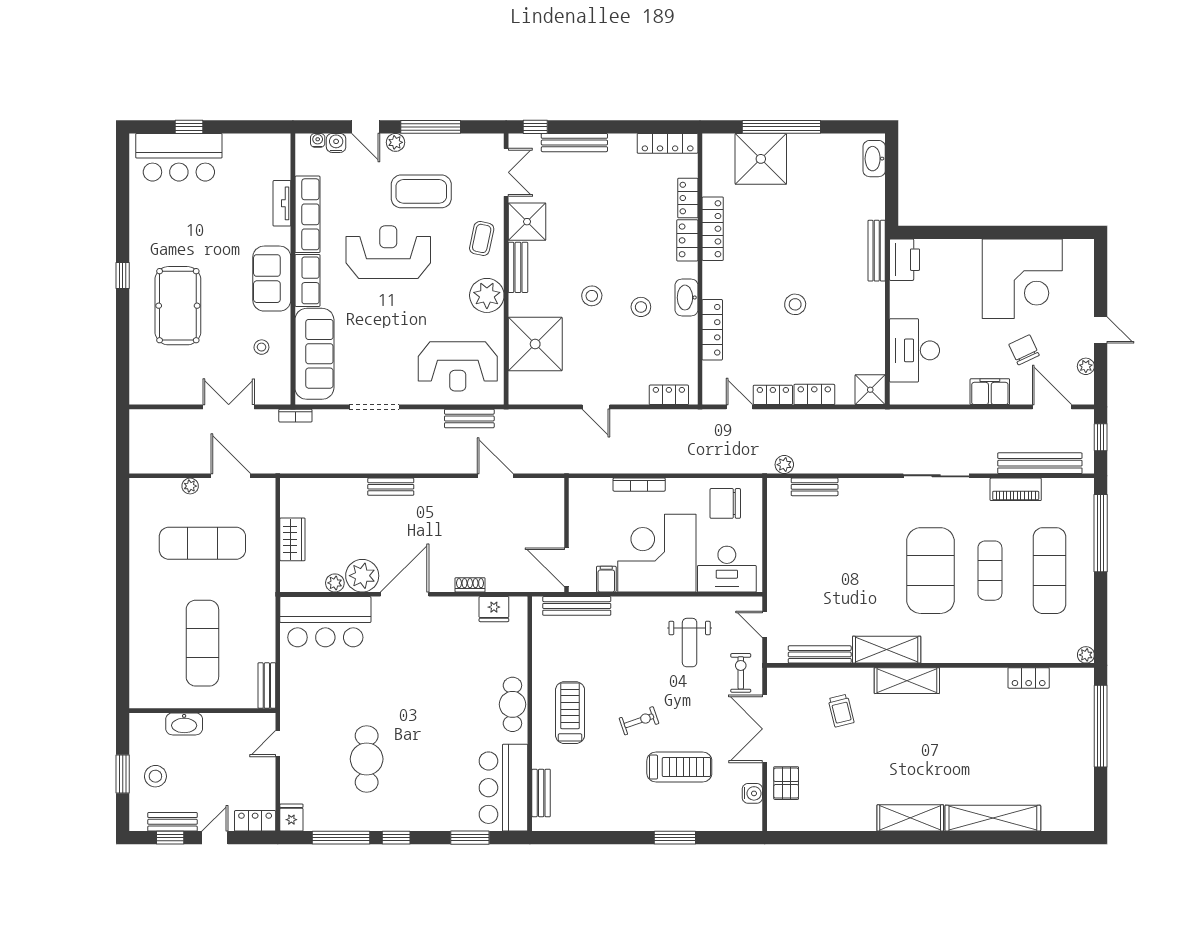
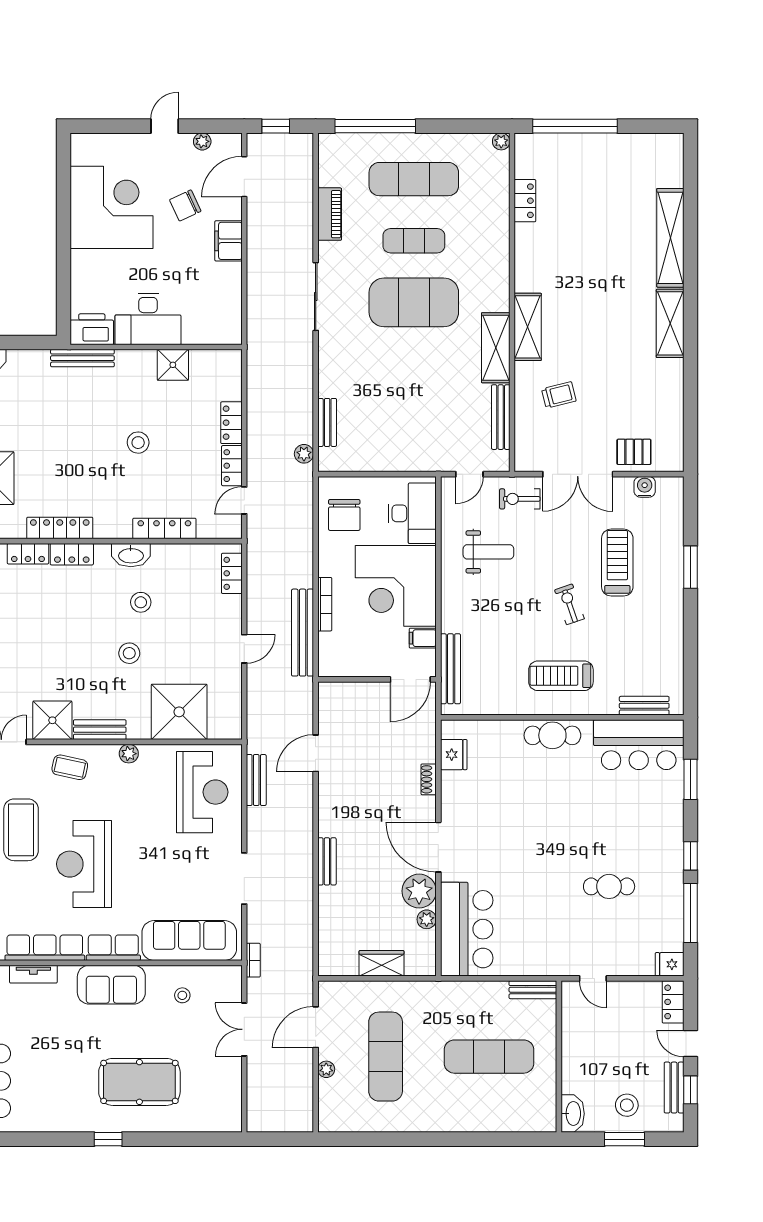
plant: (487, 295) -> (129, 754), width x0.53, depth x0.53
desk: (914, 350) -> (148, 319), moved
shower: (870, 390) -> (173, 365), moved
bench: (1040, 463) -> (303, 633), moved
washbasin: (184, 724) -> (573, 1114), moved
cafe table: (367, 759) -> (609, 886), width x0.73, depth x0.74

